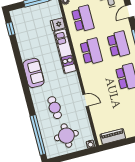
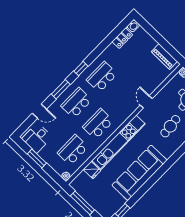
kitchen unit: (65, 51) -> (118, 142), width x1.36
sofa: (34, 73) -> (139, 173), width x1.85, depth x1.27

